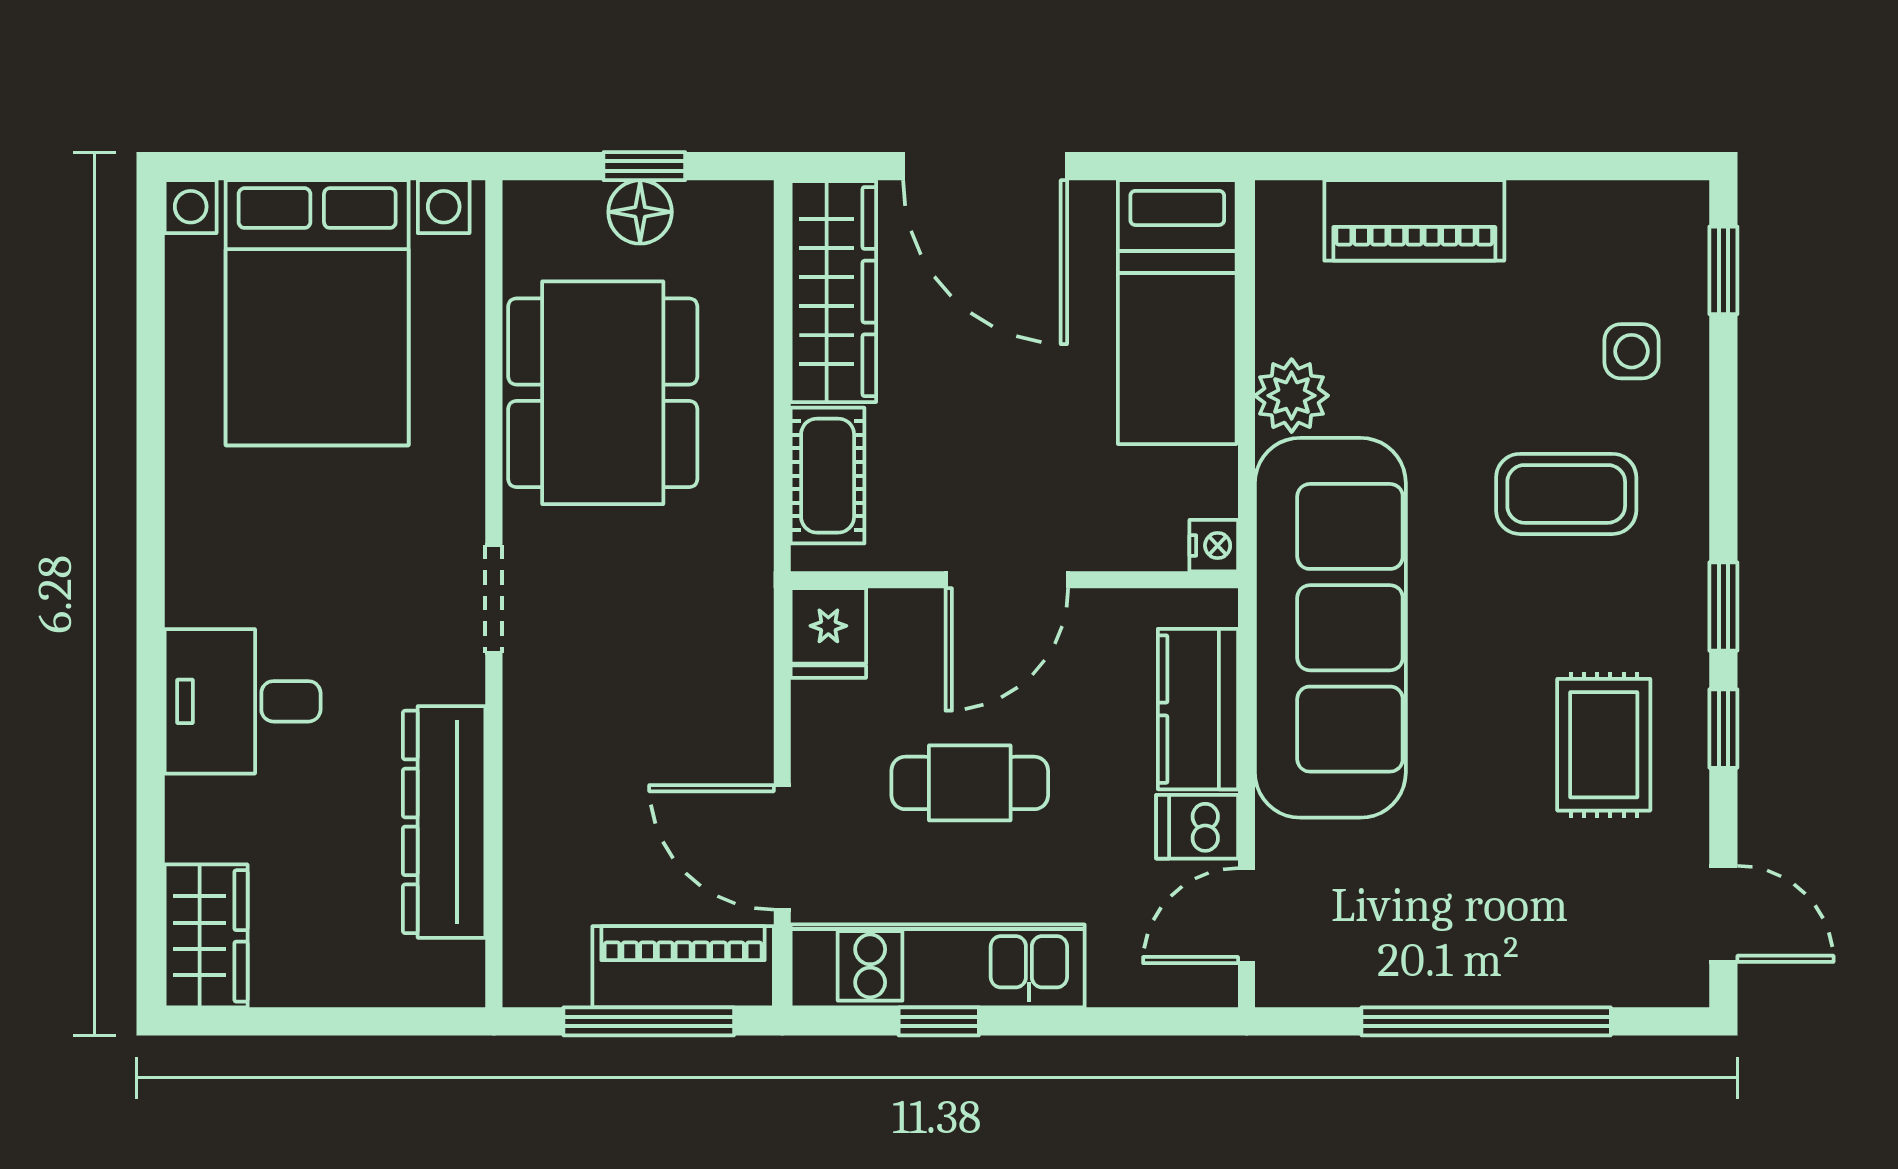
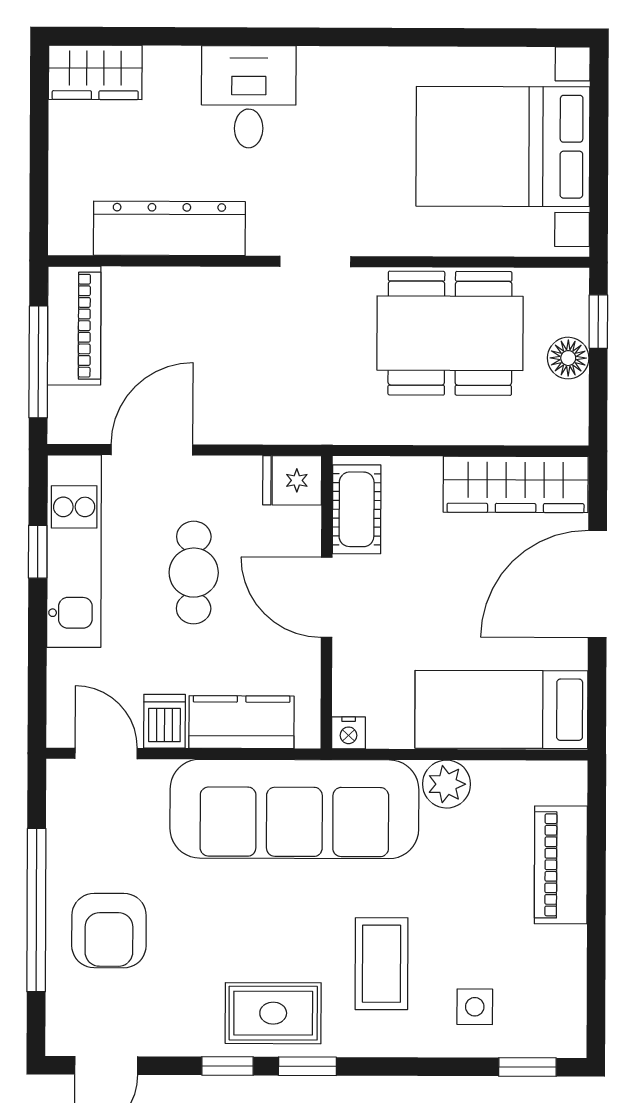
window: (644, 166) -> (598, 322), moved
cot: (828, 476) -> (357, 509), moved, turned 90
rug: (1604, 745) -> (273, 1013), moved
armchair: (1517, 910) -> (109, 931), added
piano: (683, 967) -> (74, 326), moved

